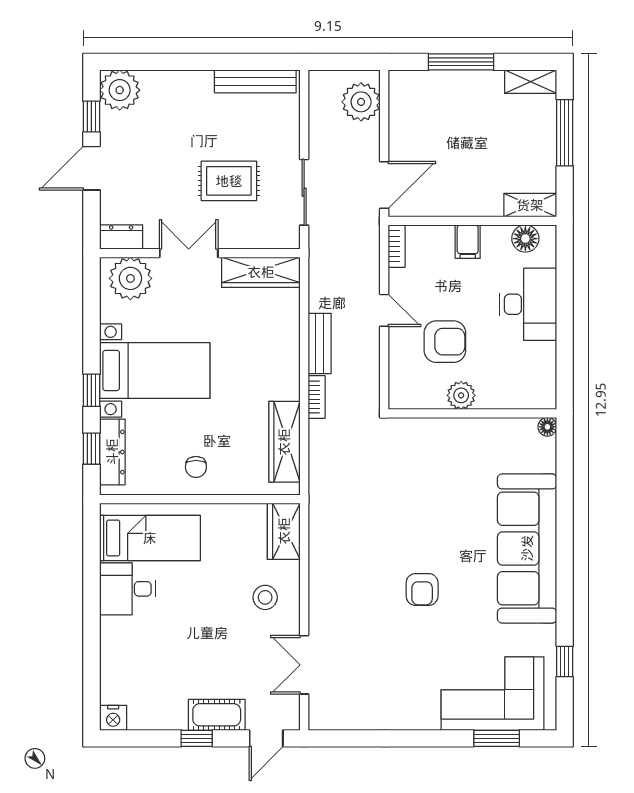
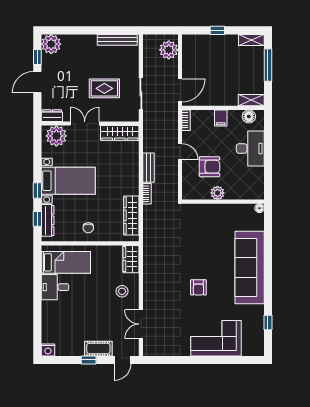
window: (461, 62) -> (217, 30), width x0.46
corner sofa: (493, 694) -> (216, 338), moved
window: (497, 738) -> (235, 360), removed

